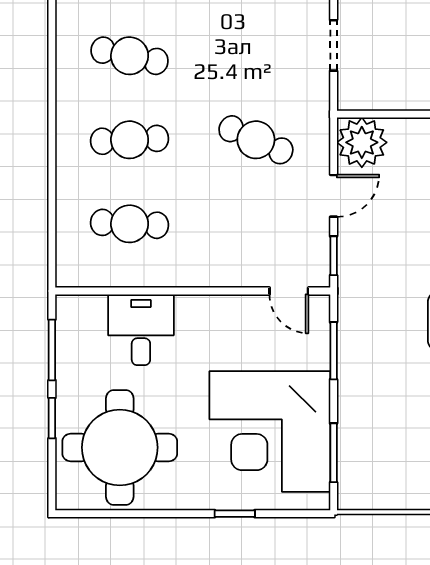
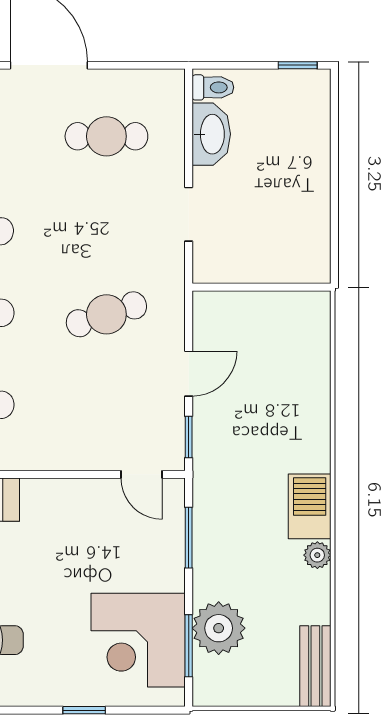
cafe table: (256, 140) -> (106, 314), turned -42
plant: (362, 142) -> (219, 628), moved
corner desk: (270, 432) -> (138, 640), width x0.74, depth x0.74

